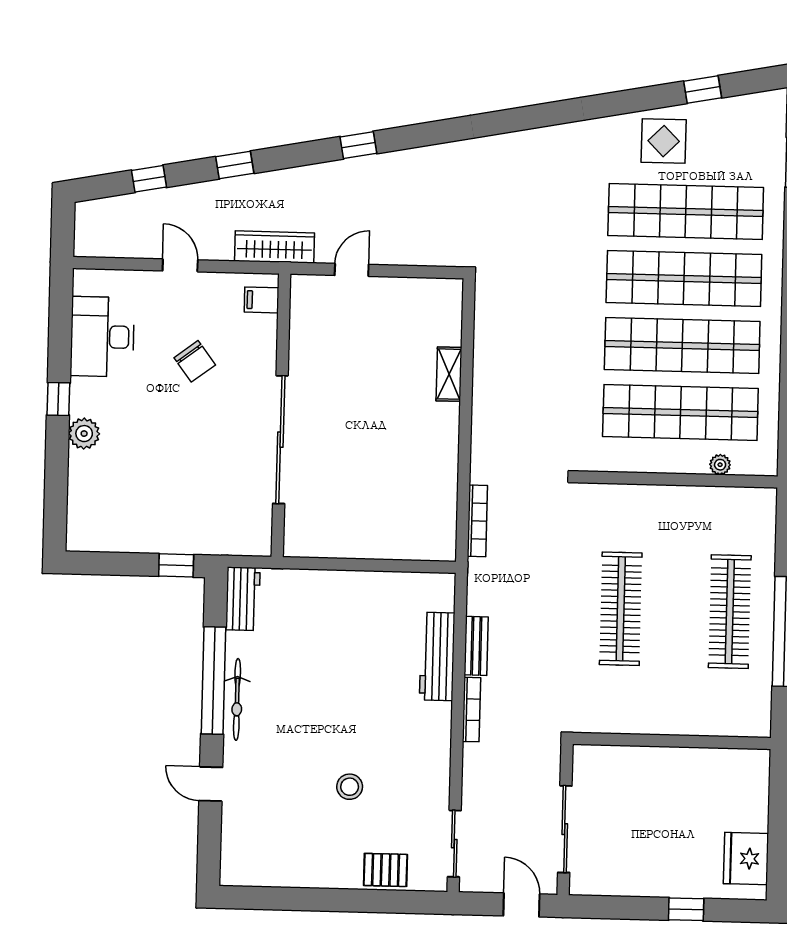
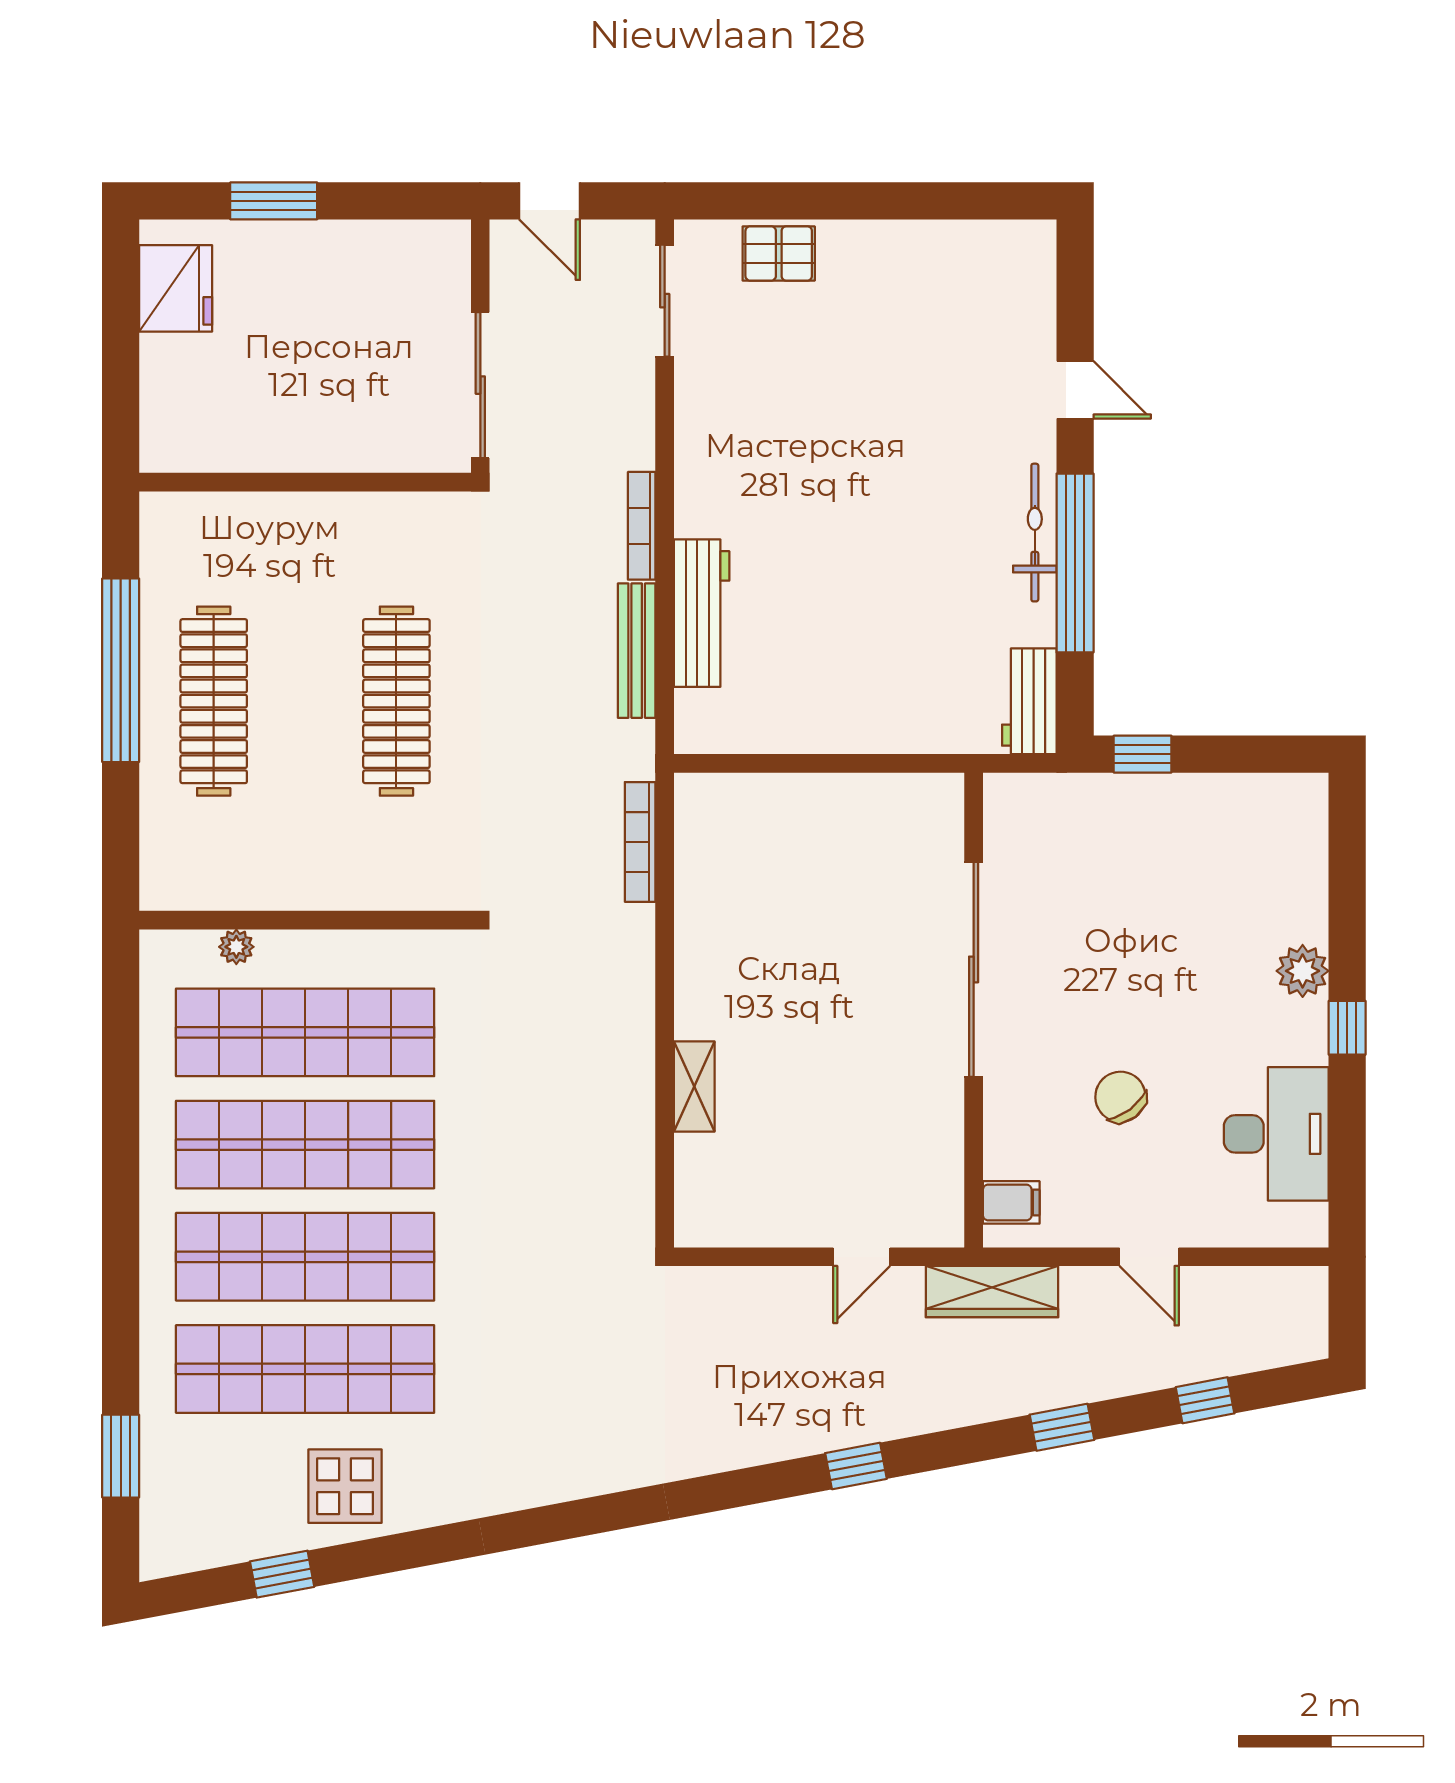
bench: (476, 646) -> (637, 651), width x1.36
stool: (350, 787) -> (842, 391), removed
sliding door: (565, 829) -> (480, 385), moved
window: (686, 909) -> (274, 201), width x1.50

